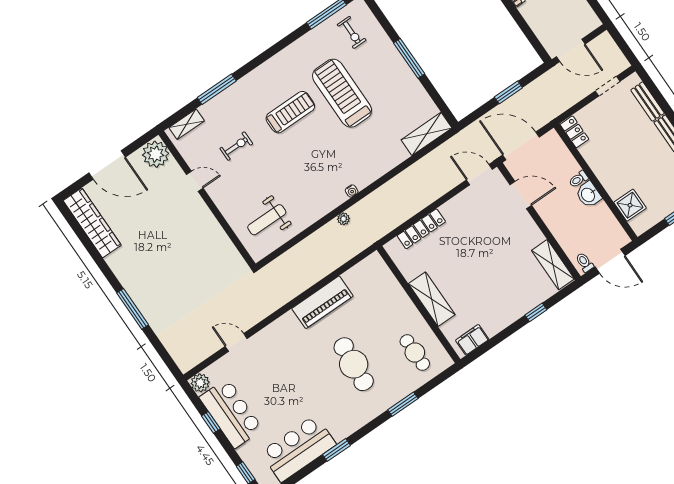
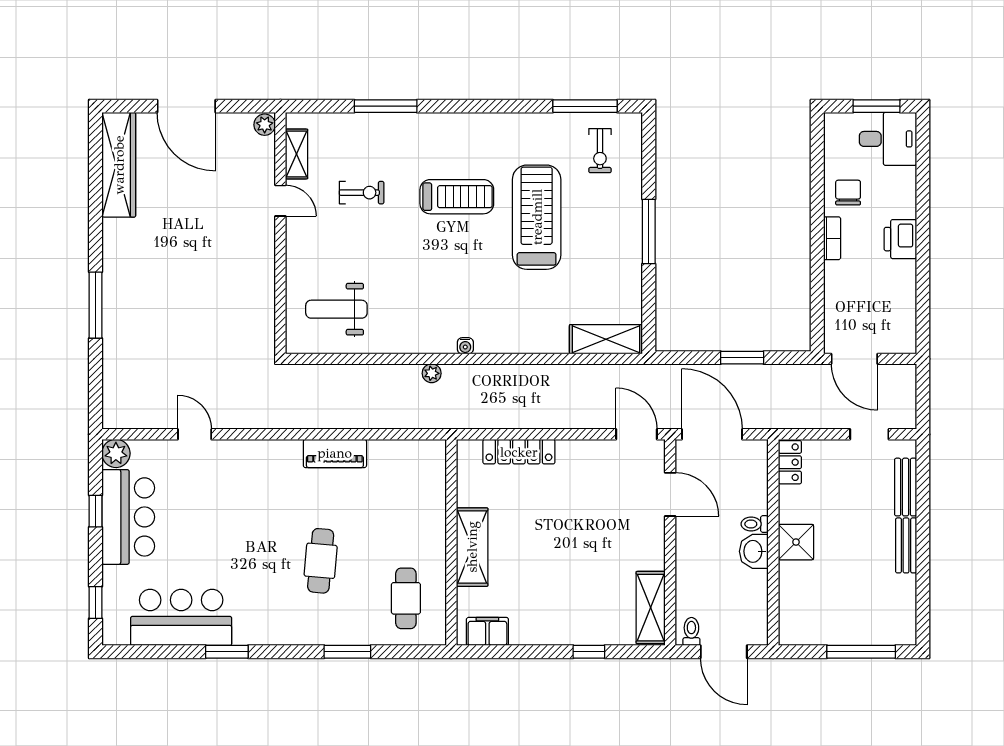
shelving: (187, 124) -> (297, 154), moved, turned 90
plant: (156, 154) -> (265, 125), width x0.53, depth x0.53
shower: (630, 205) -> (796, 542), moved
piano: (322, 302) -> (335, 453), width x0.73, depth x0.75
cafe table: (354, 364) -> (321, 561), width x0.73, depth x0.74

